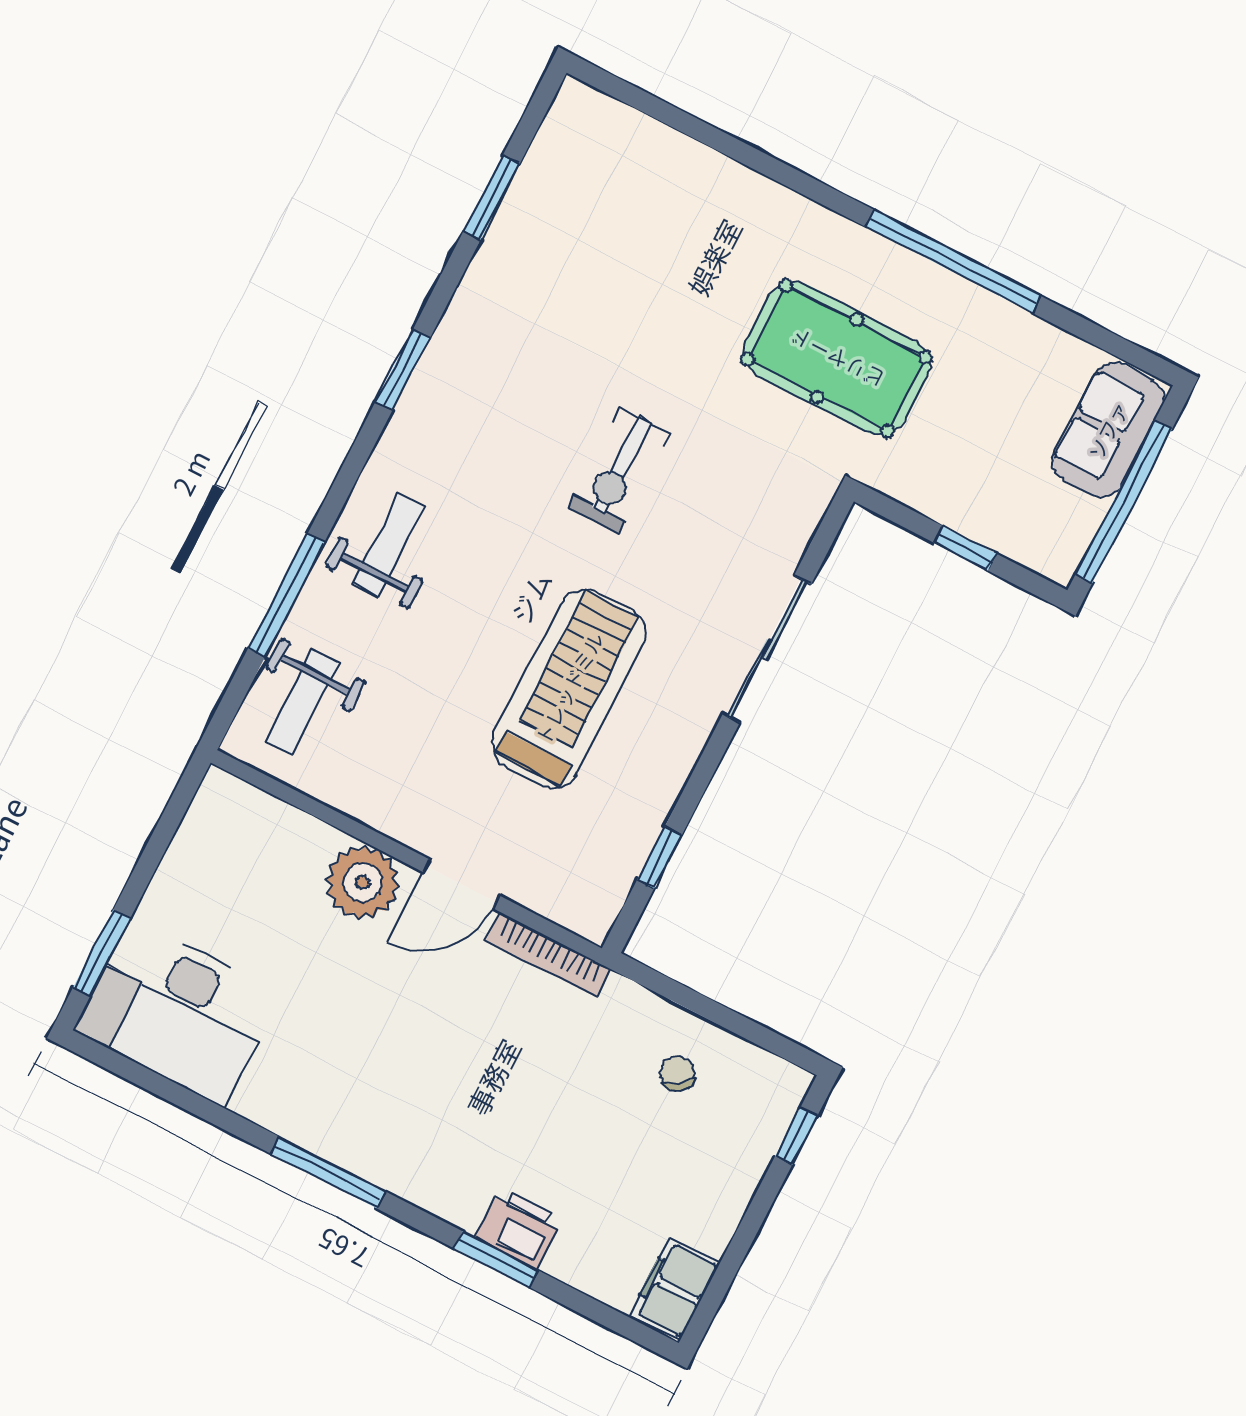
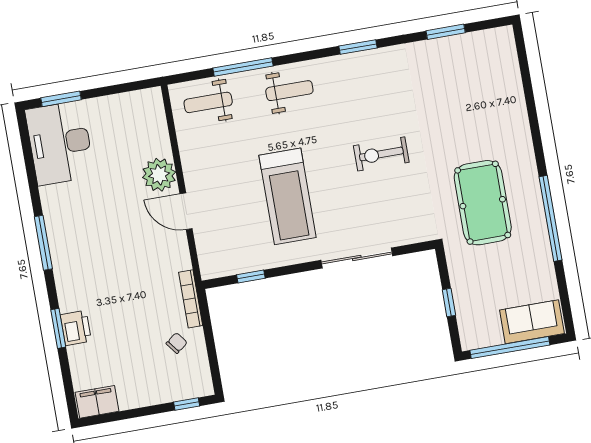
treadmill: (569, 688) -> (288, 196), turned 90
bookcase: (548, 955) -> (191, 299), moved

